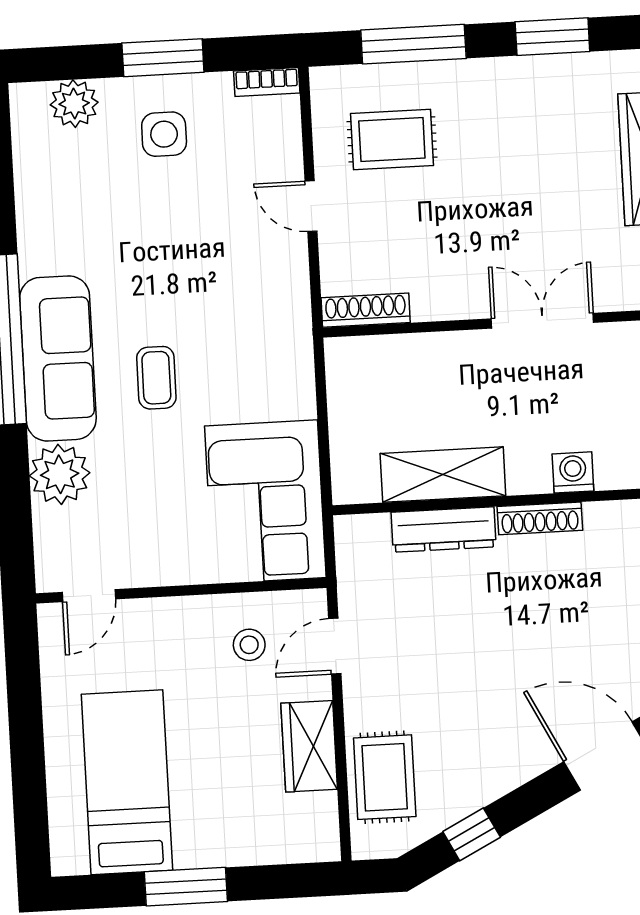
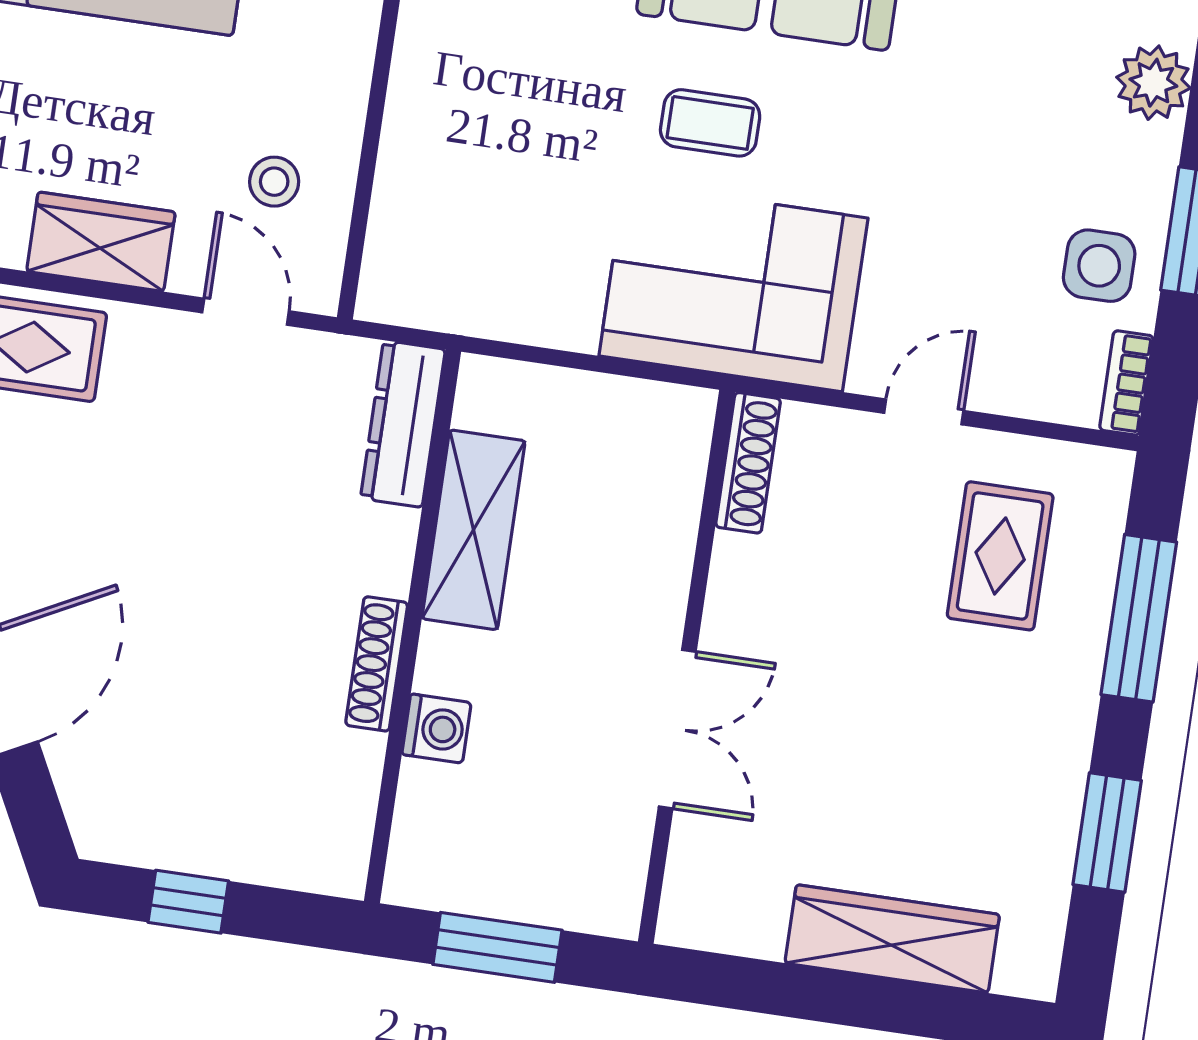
side table: (164, 134) -> (1099, 266), moved
corner sofa: (265, 502) -> (733, 287), moved
dresser: (444, 530) -> (403, 424), moved

